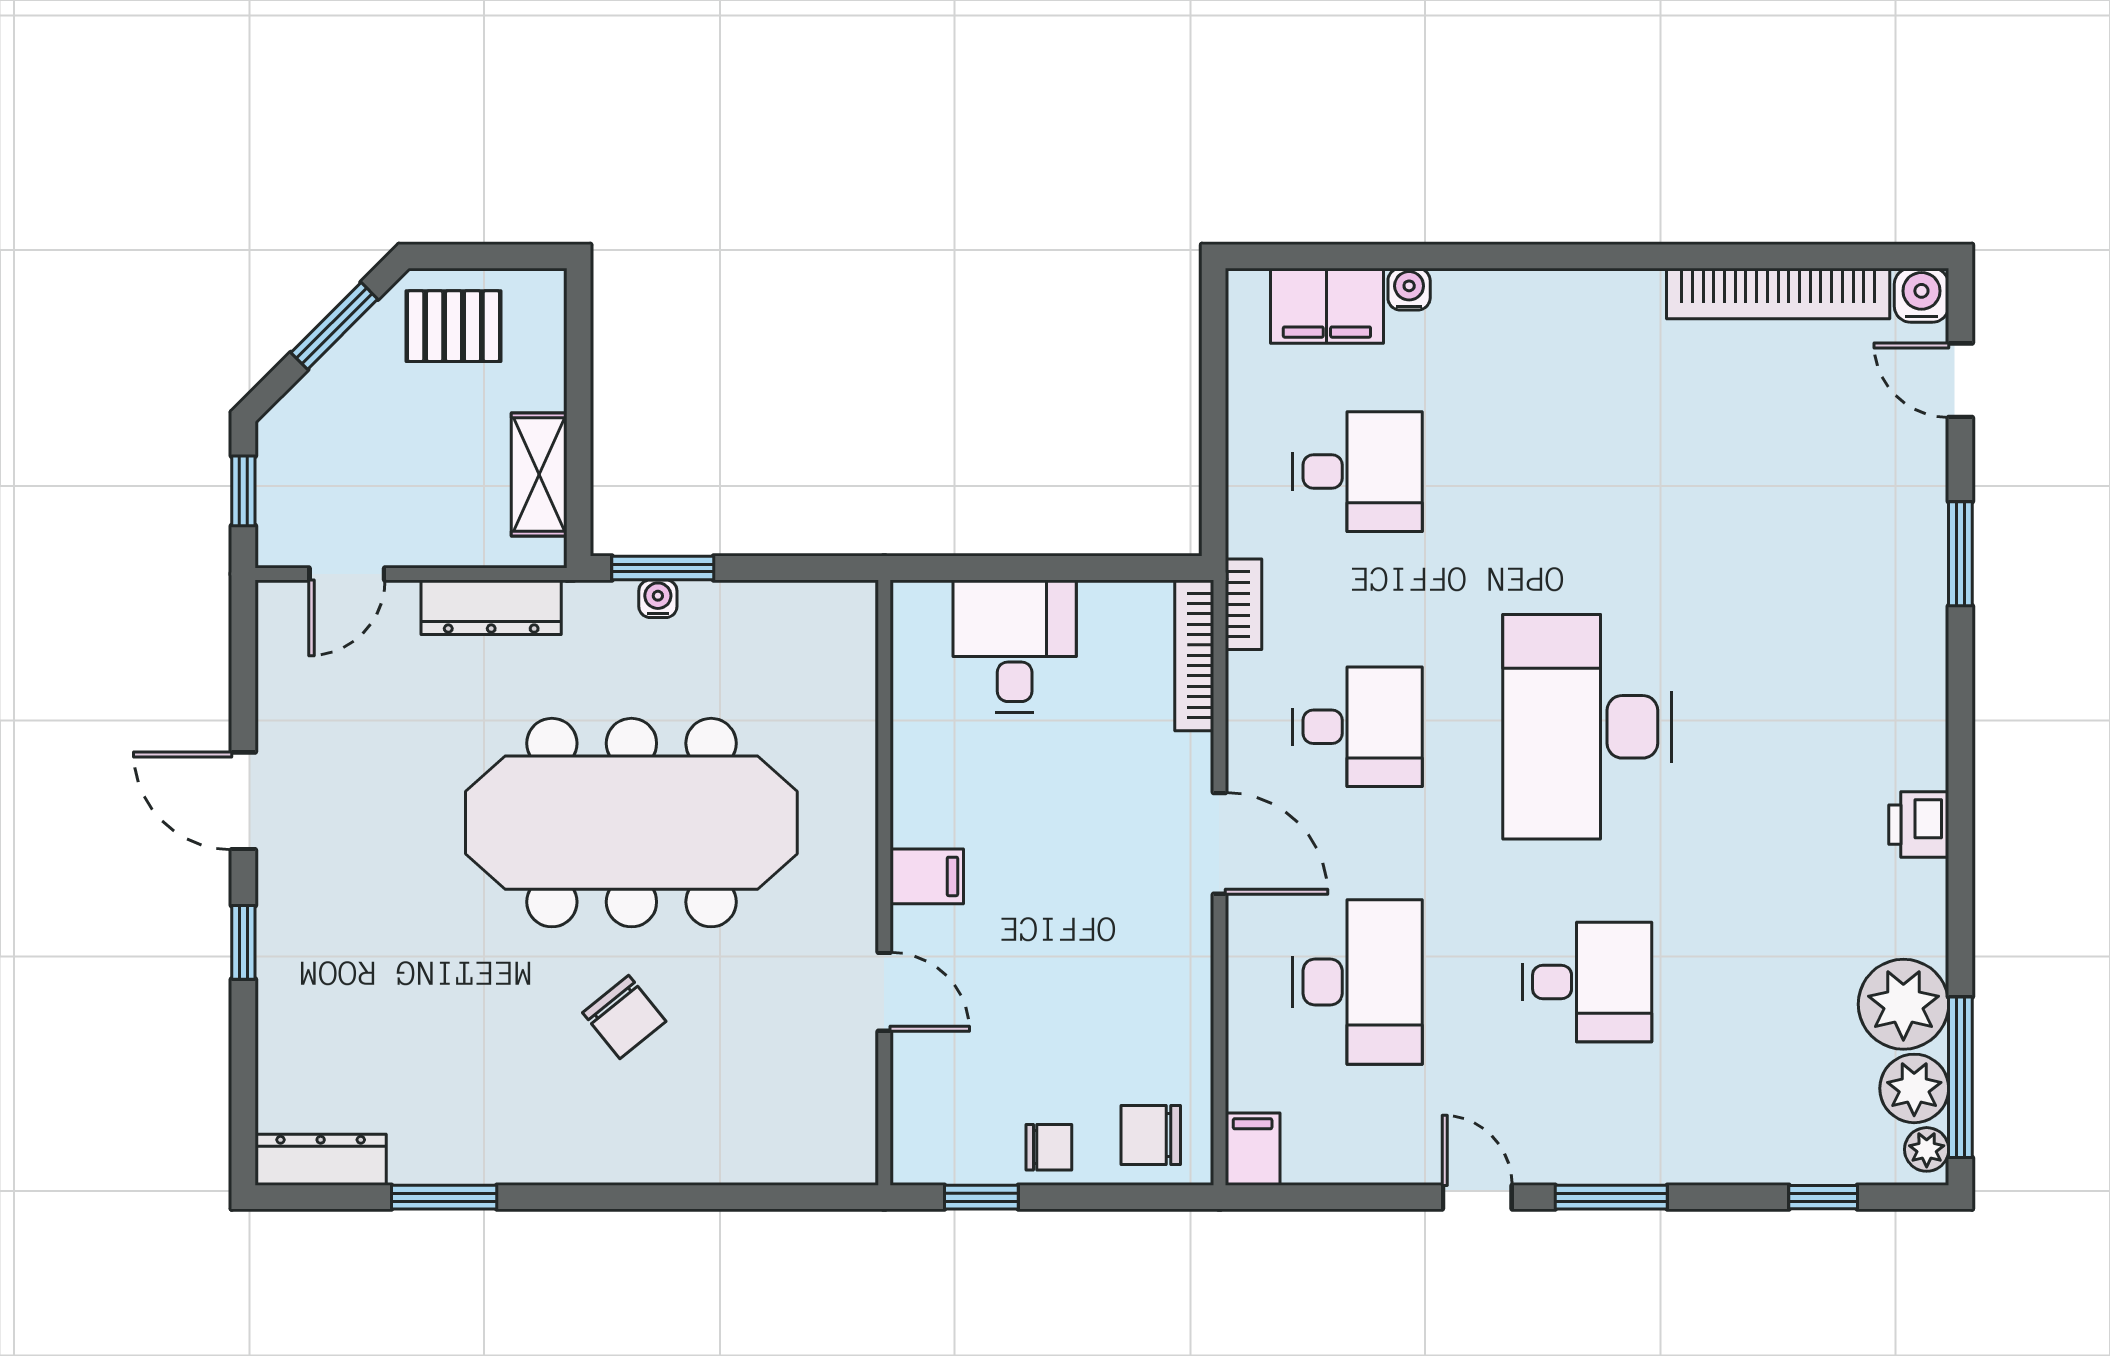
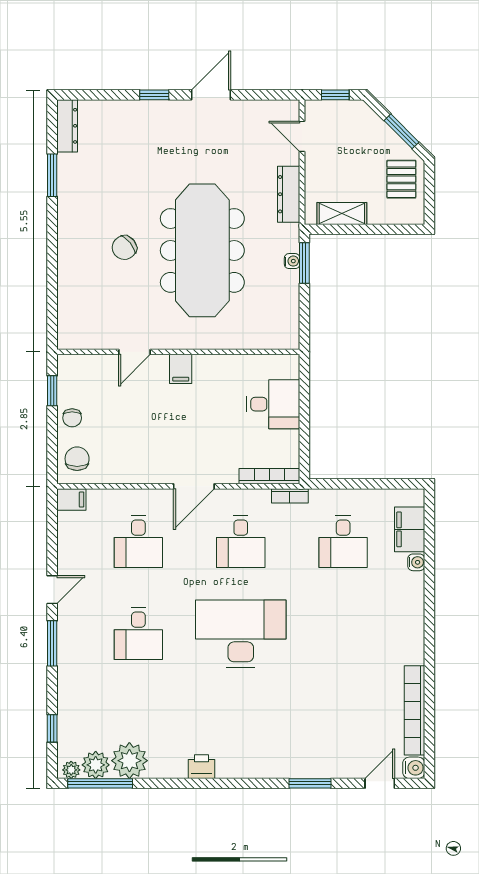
desk: (1358, 982) -> (138, 542), width x0.73

